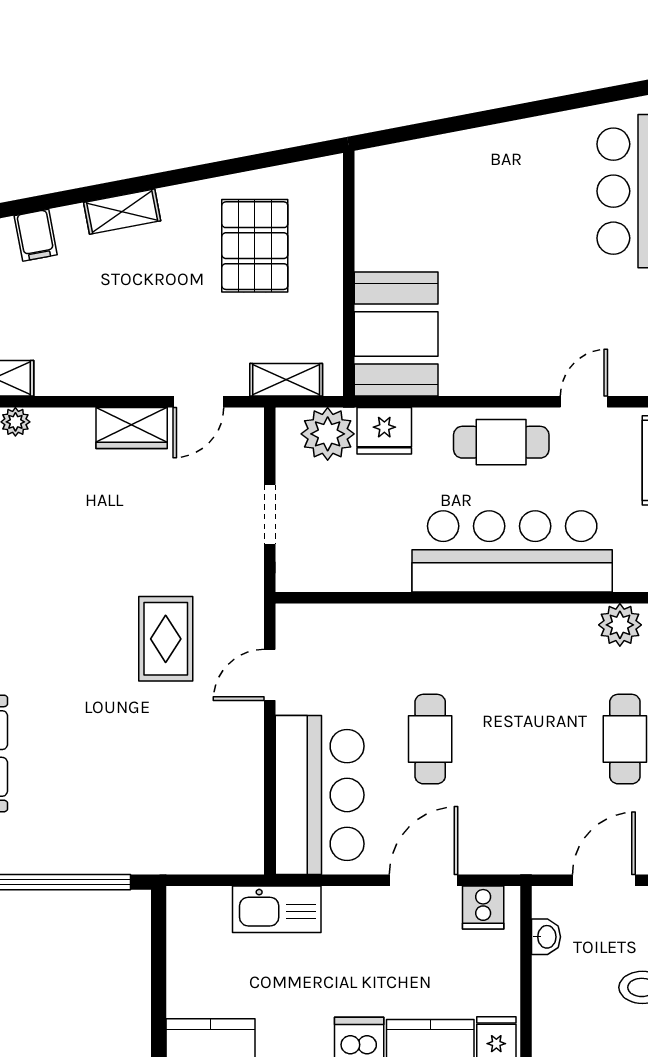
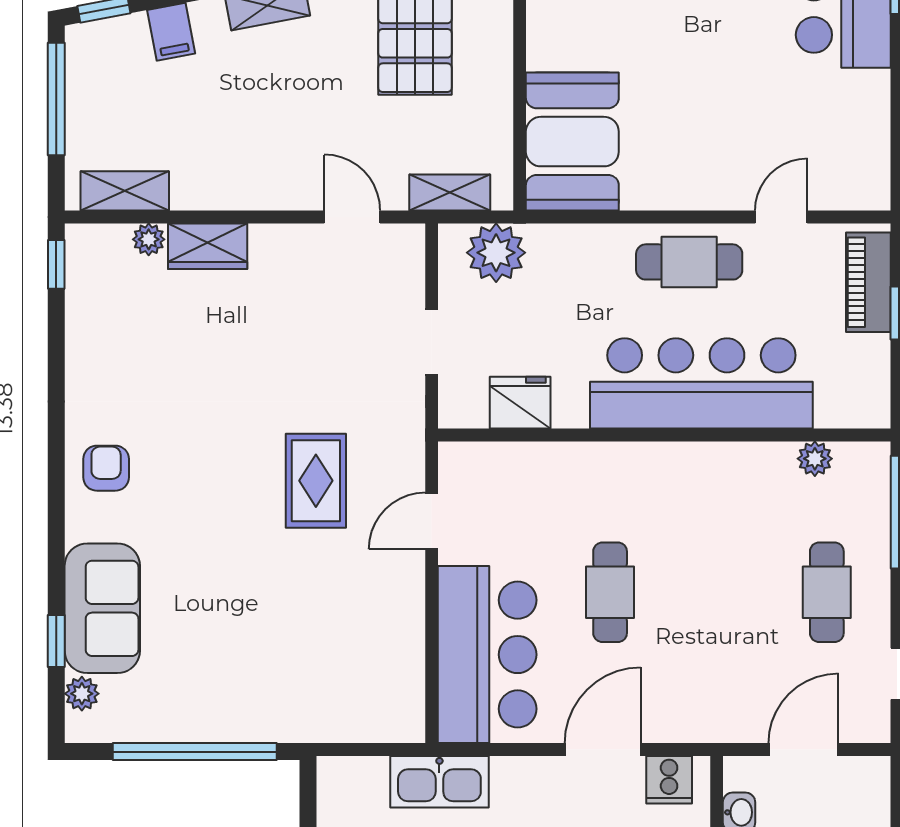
door: (198, 402) -> (352, 217), swing flipped
wardrobe: (132, 428) -> (208, 246), moved
fridge: (384, 431) -> (520, 403), moved, turned 180
plant: (620, 625) -> (815, 459), width x0.73, depth x0.73

